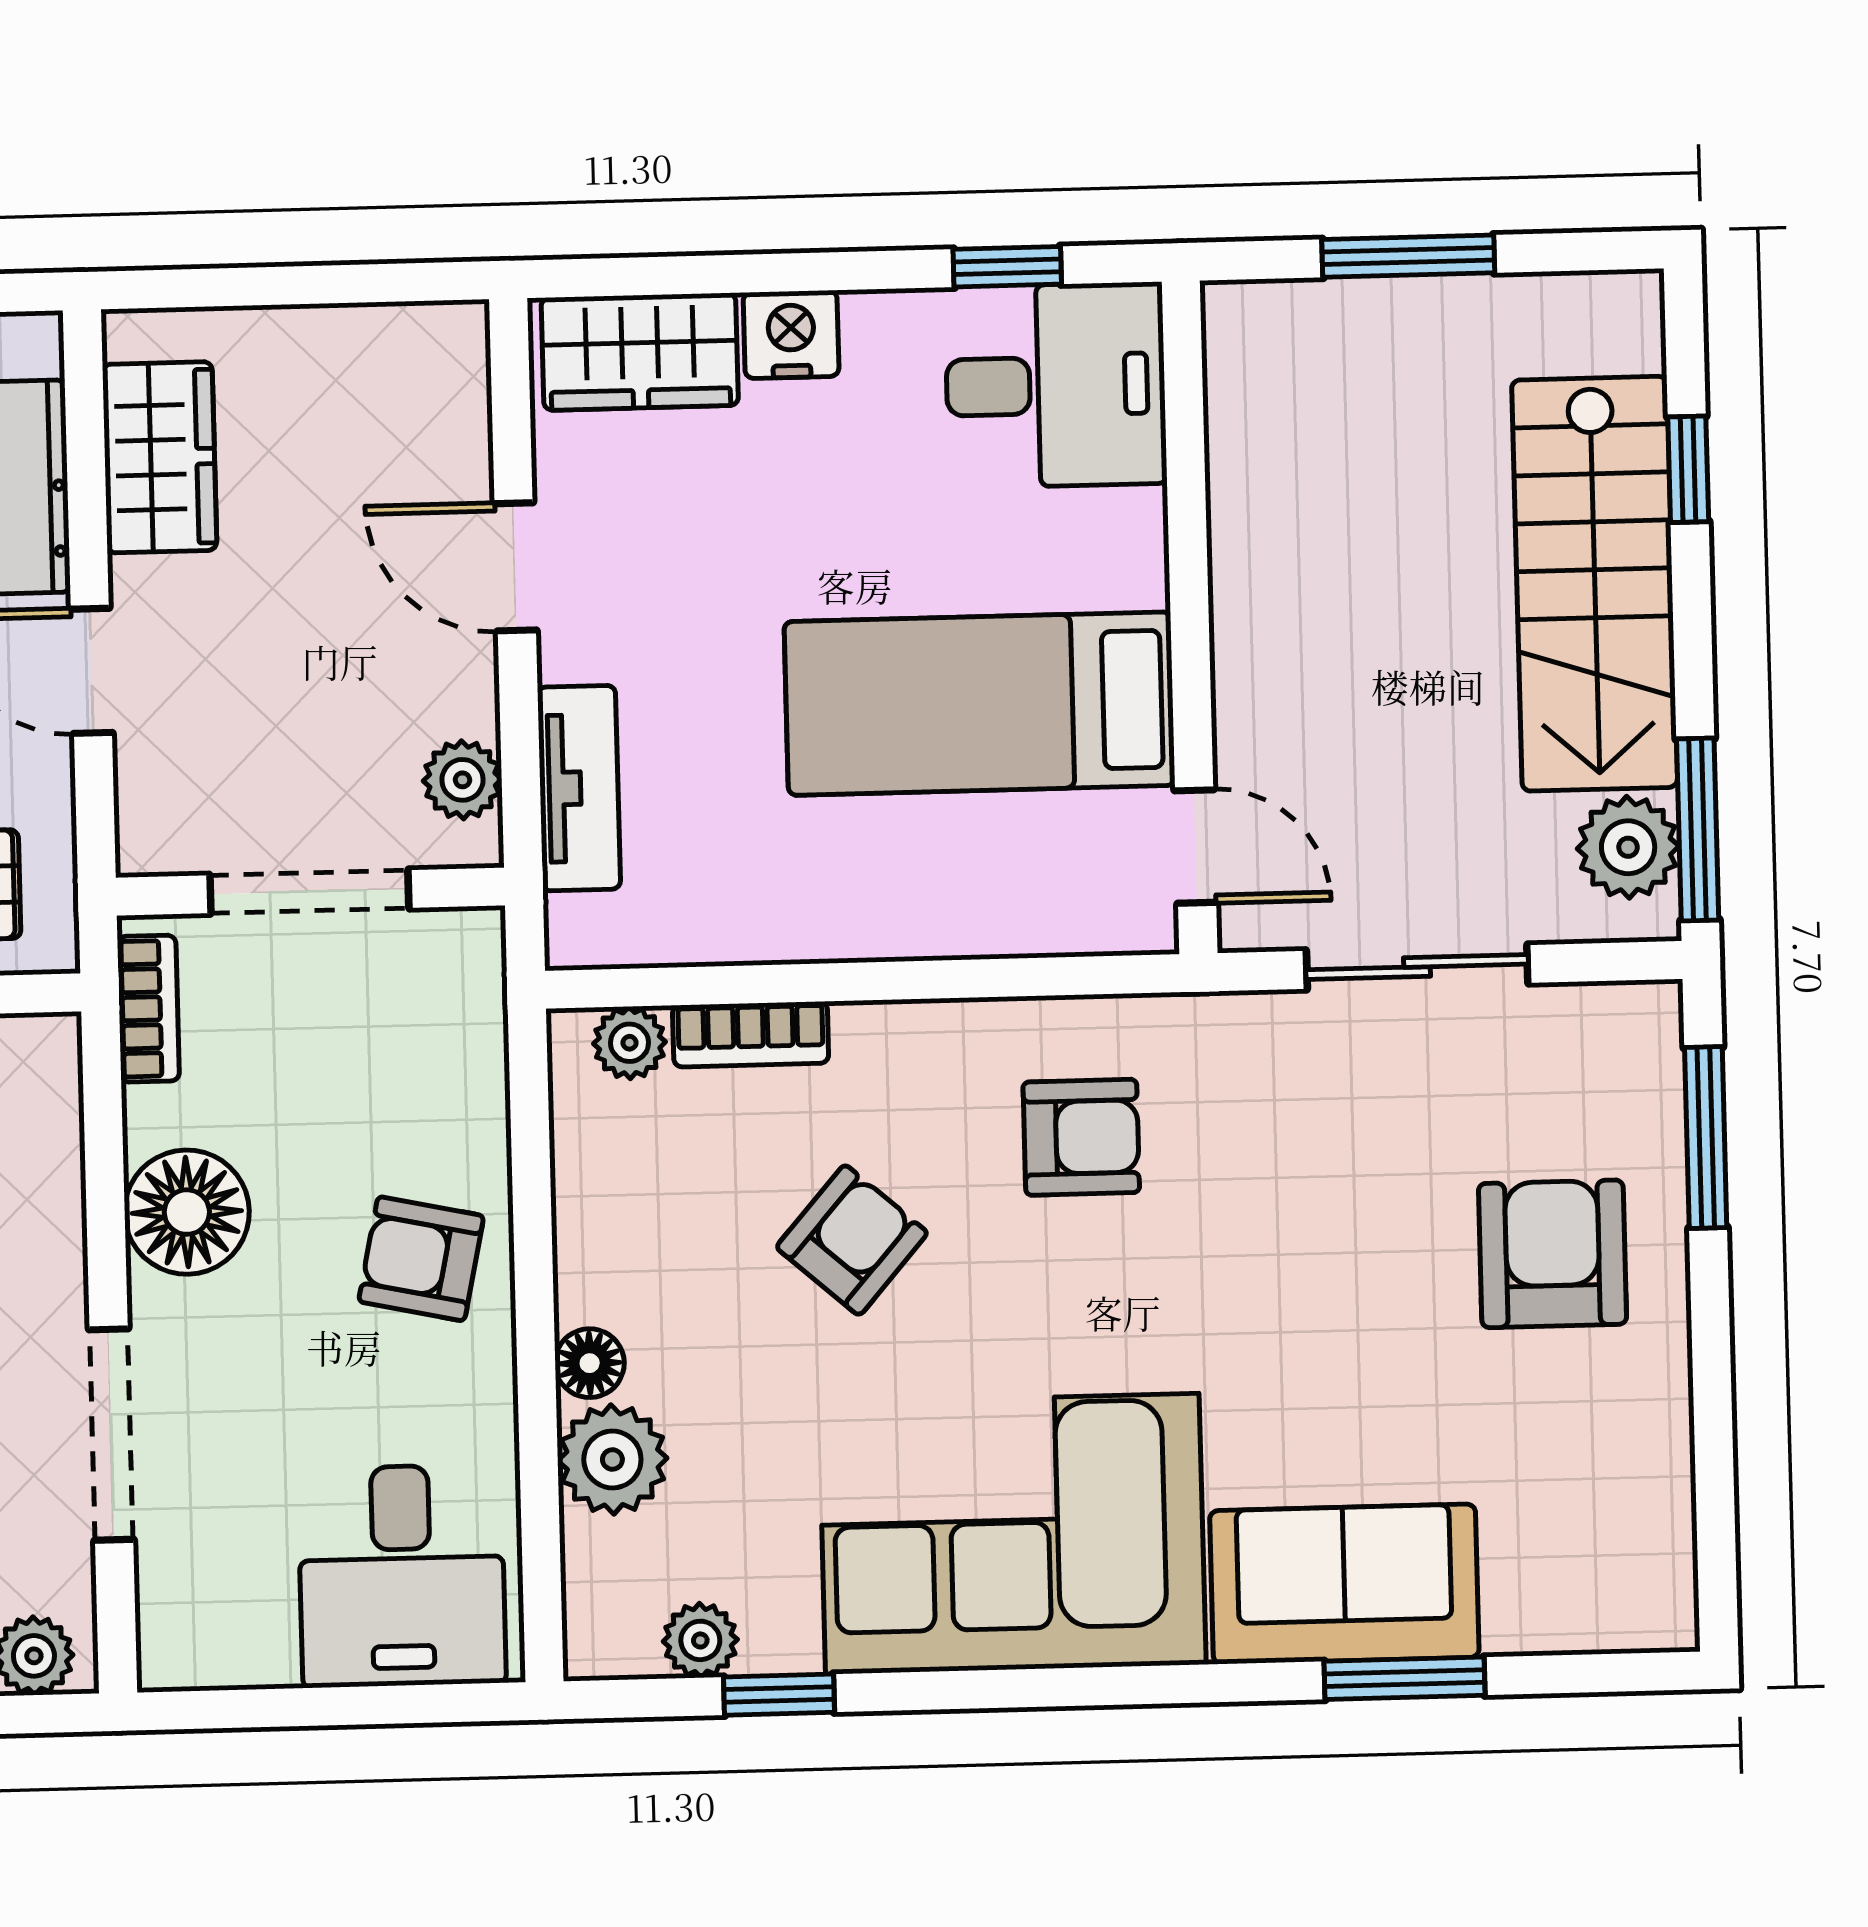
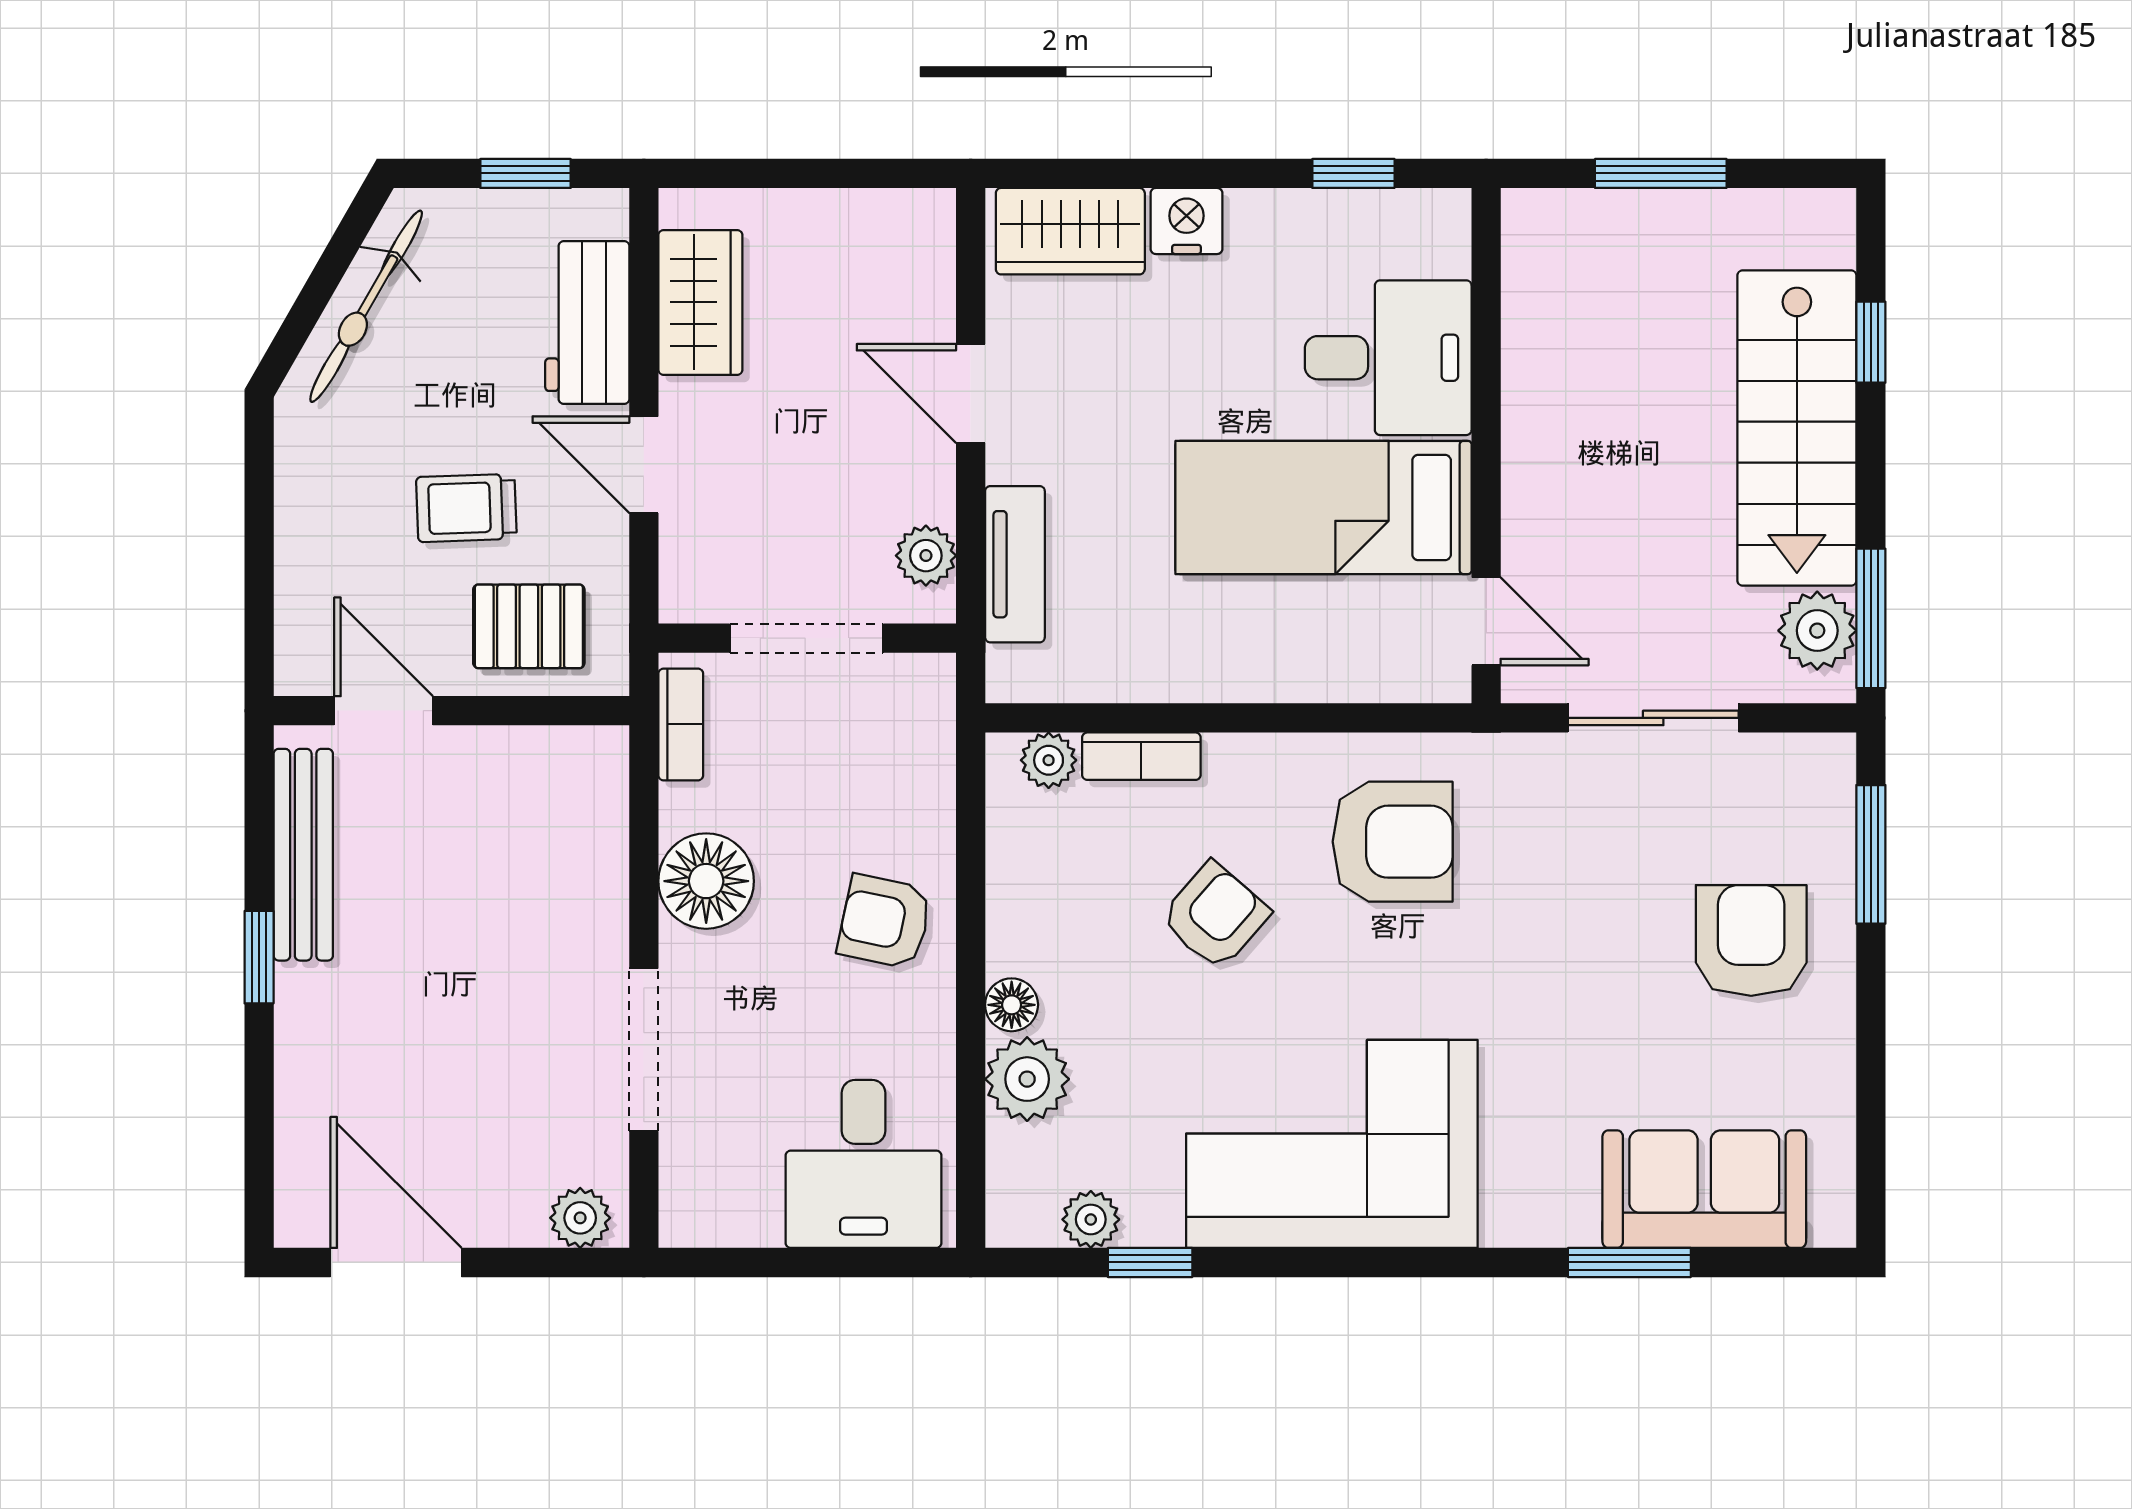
desk: (1056, 385) -> (1388, 358), moved
armchair: (1081, 1137) -> (1393, 842), width x1.38, depth x1.38
sofa: (1344, 1584) -> (1704, 1189), moved

